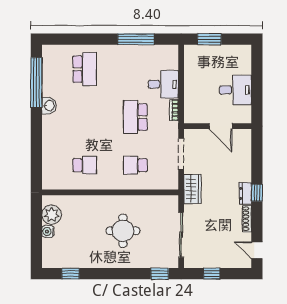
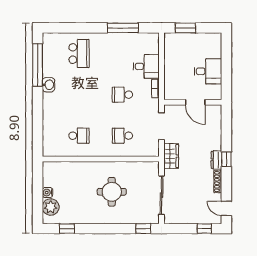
school desk: (135, 117) -> (122, 95), width x0.54
plant: (51, 215) -> (51, 207), moved
window: (212, 274) -> (204, 229), moved

